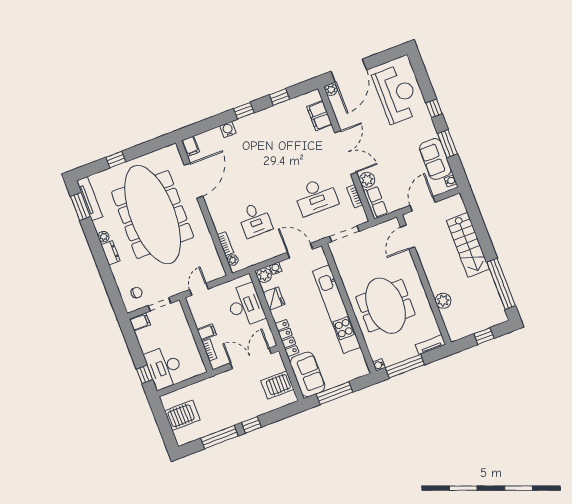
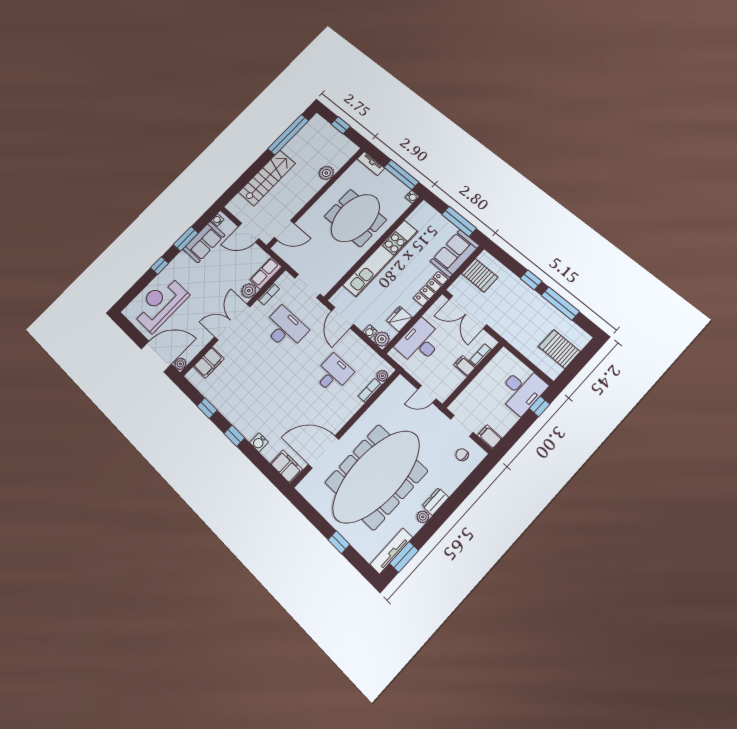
filing cabinet: (191, 146) -> (286, 467), width x2.00

